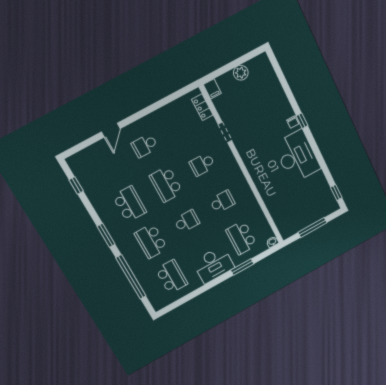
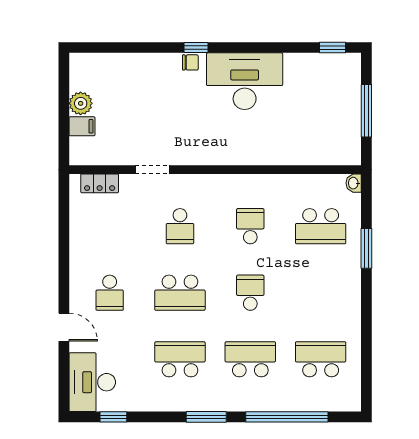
filing cabinet: (212, 89) -> (82, 126), moved
school desk: (151, 241) -> (250, 359), turned 180
desk: (214, 265) -> (92, 382), moved, turned 180

